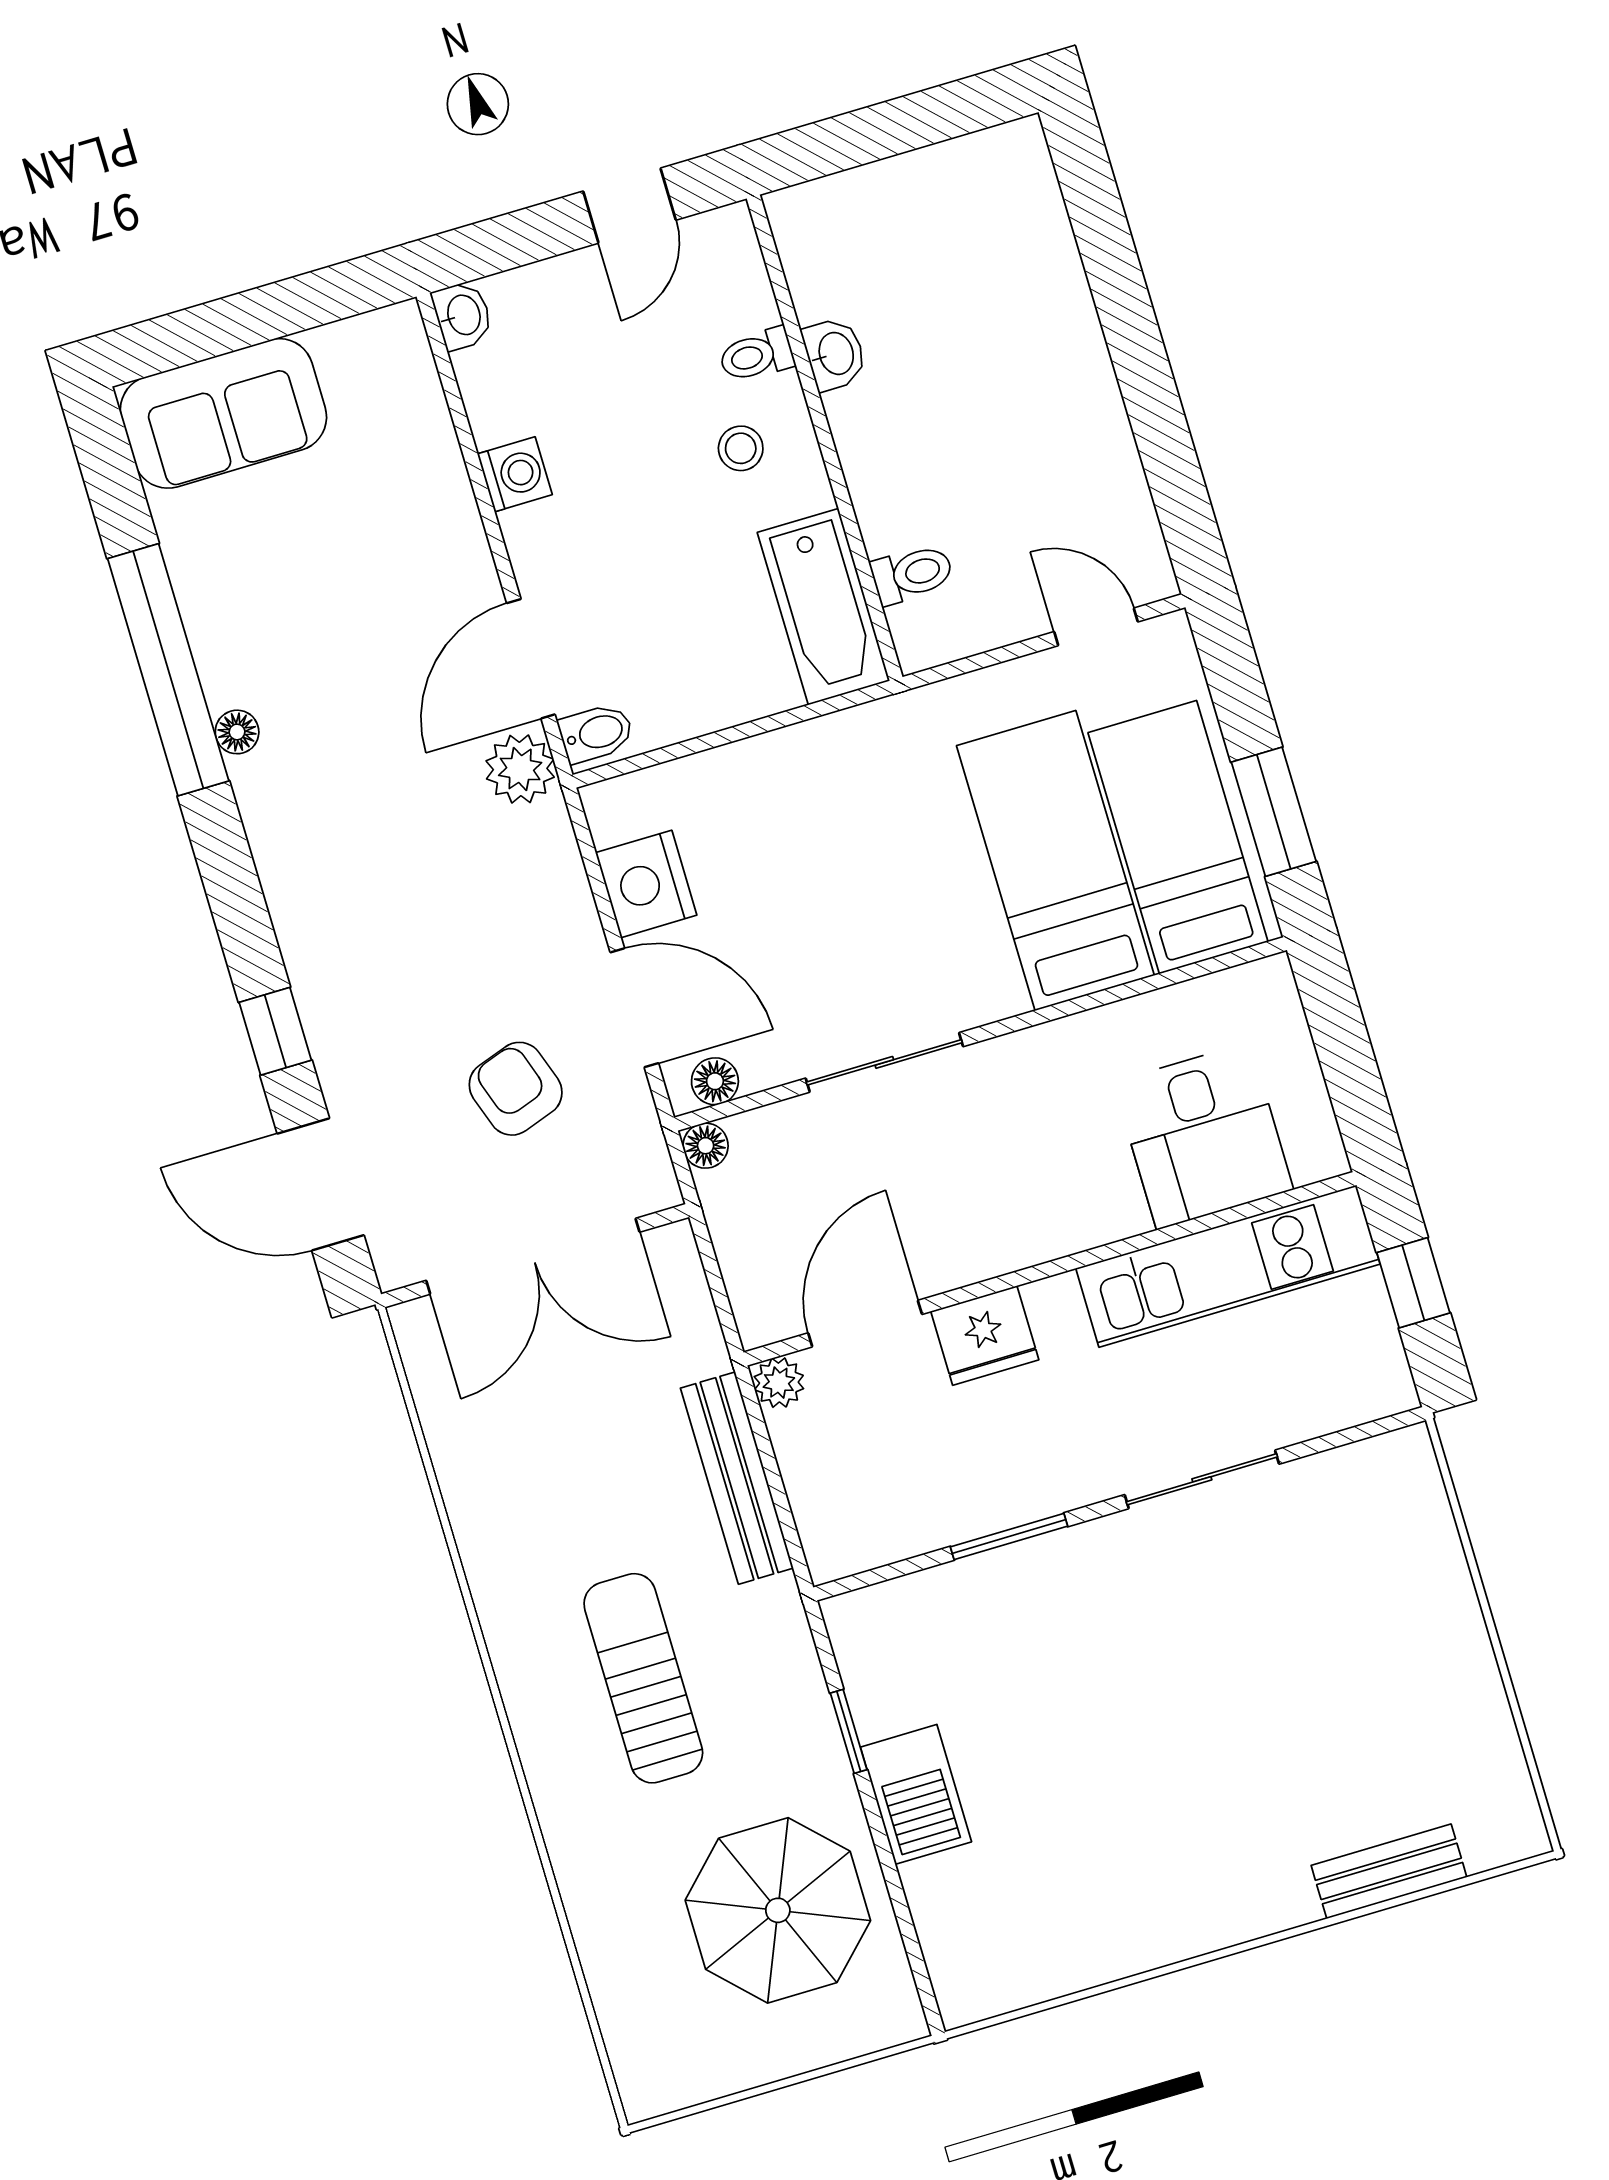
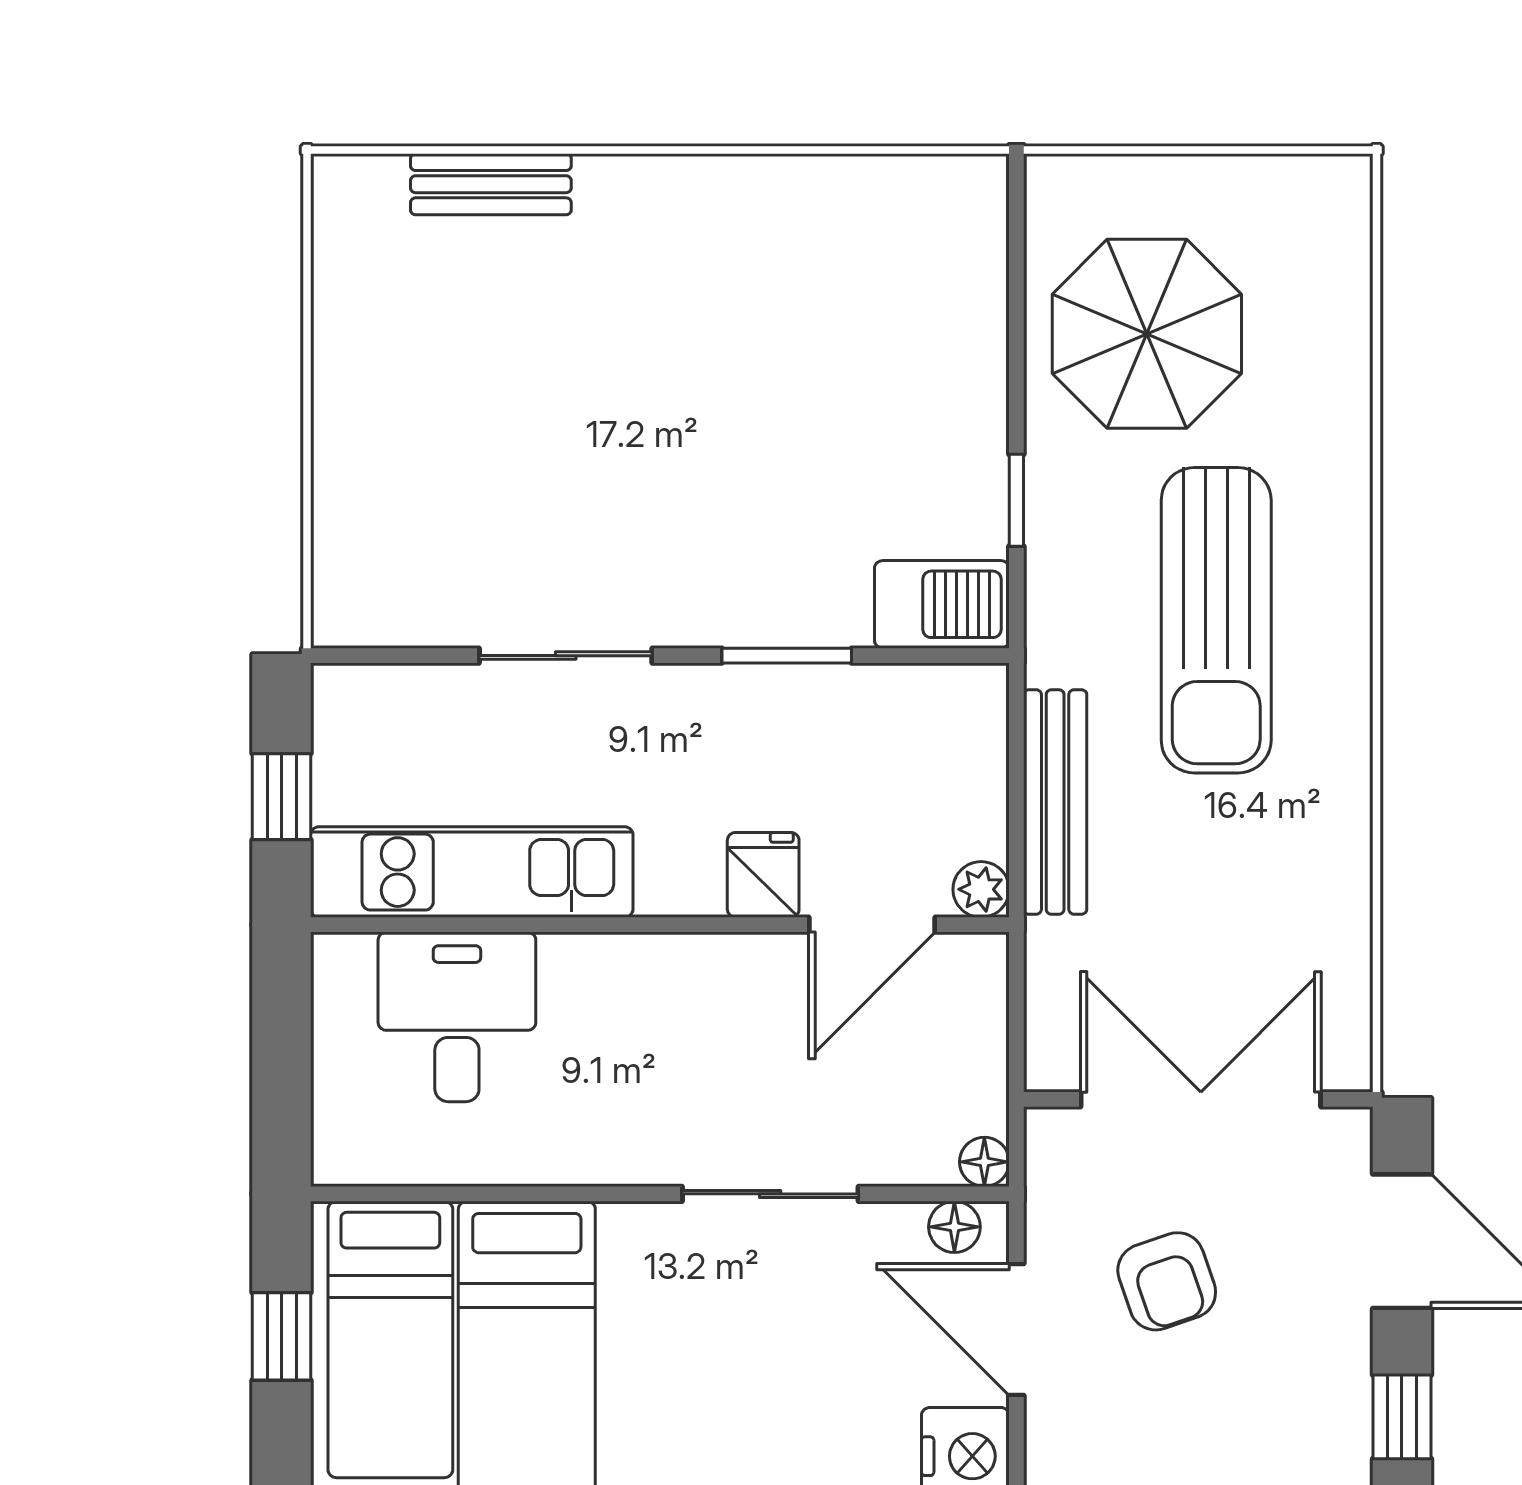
window: (1274, 812) -> (282, 1336), width x0.67
fridge: (985, 1335) -> (763, 875), width x0.72
sun lounger: (643, 1678) -> (1216, 620), width x1.36, depth x1.34
barbecue: (916, 1794) -> (942, 604), moved, turned 90

